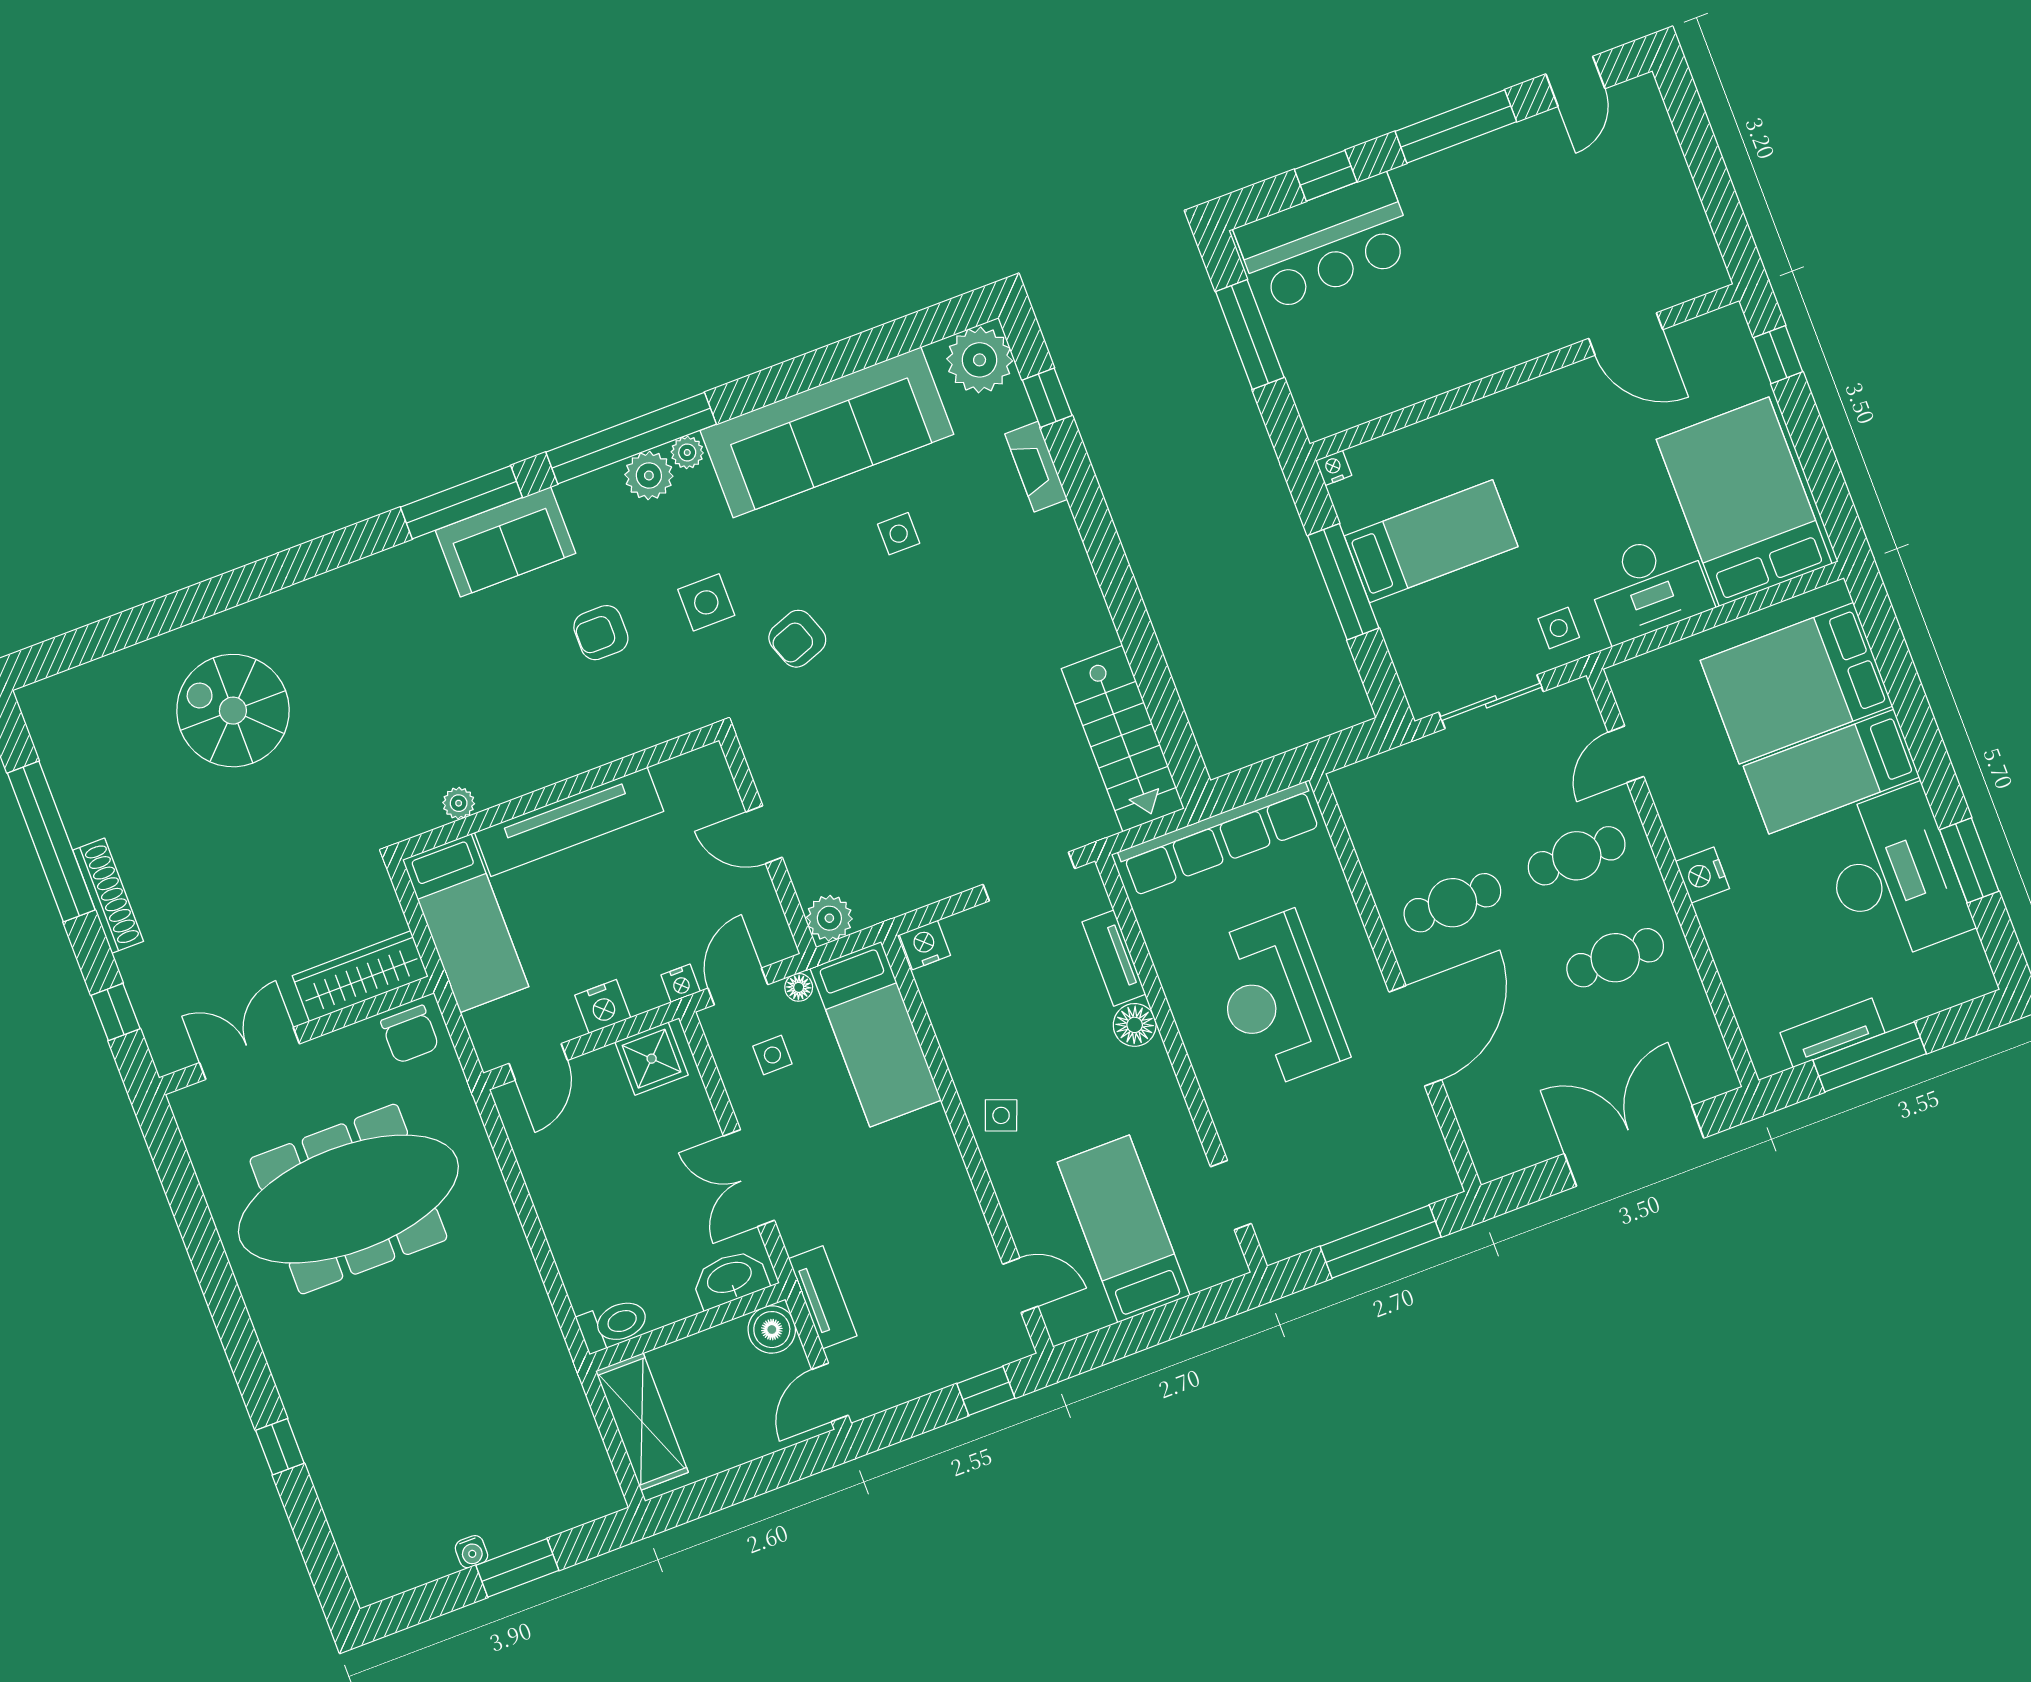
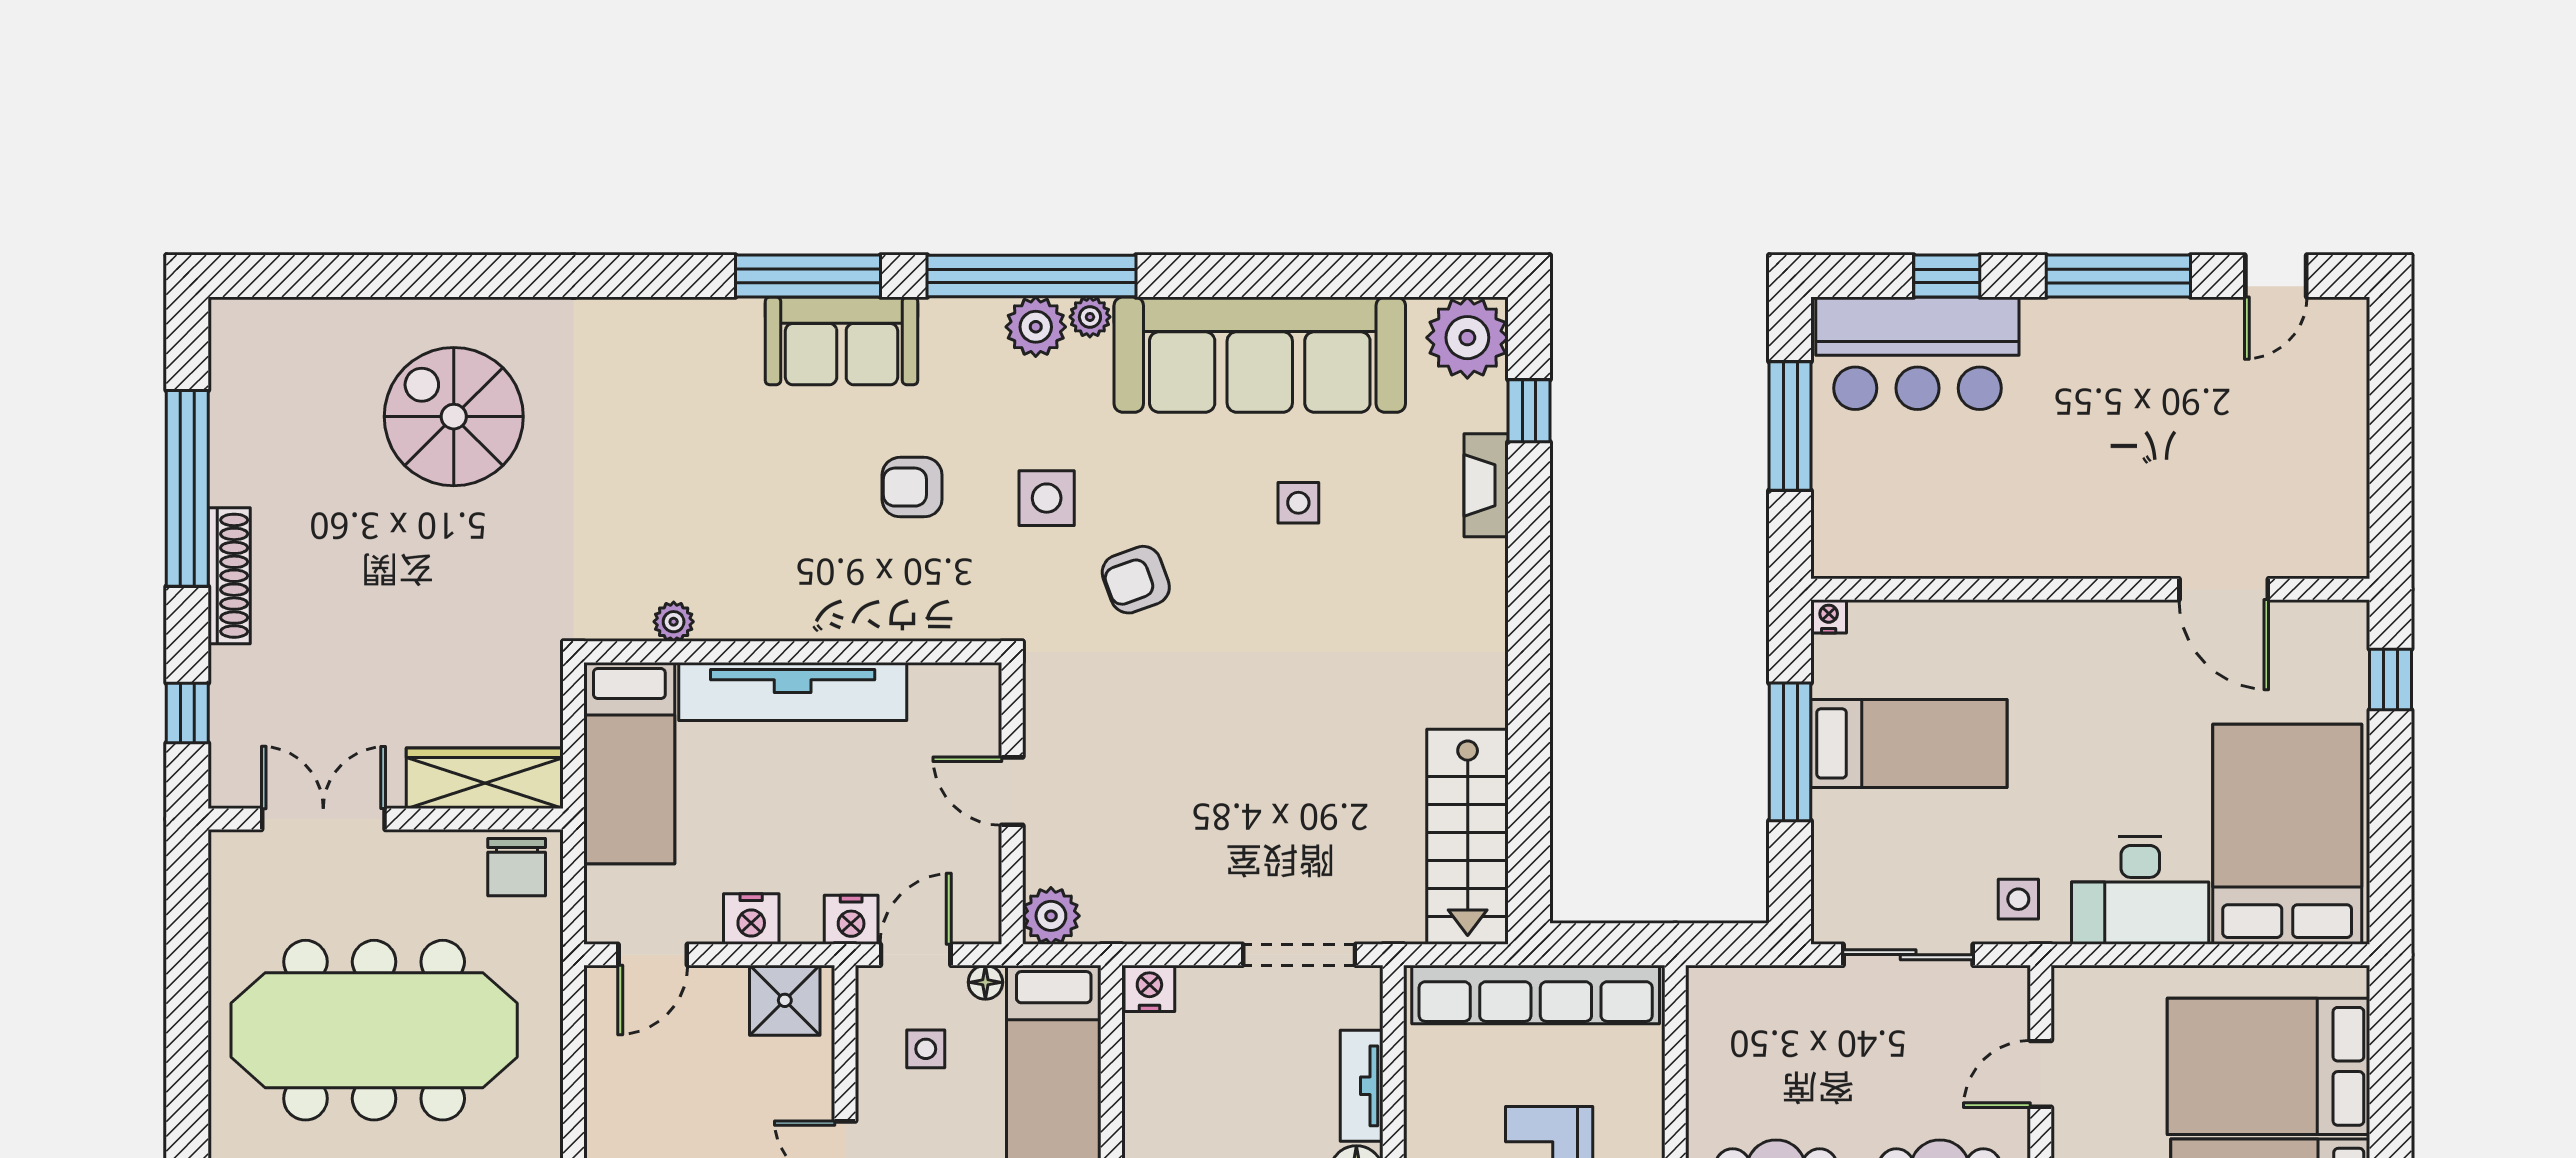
nightstand: (681, 983) -> (851, 920), width x1.39, depth x1.35

